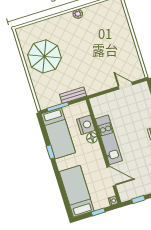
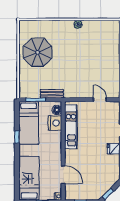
floor lamp: (92, 138) -> (57, 110), moved
kitchen unit: (109, 140) -> (71, 127), moved

